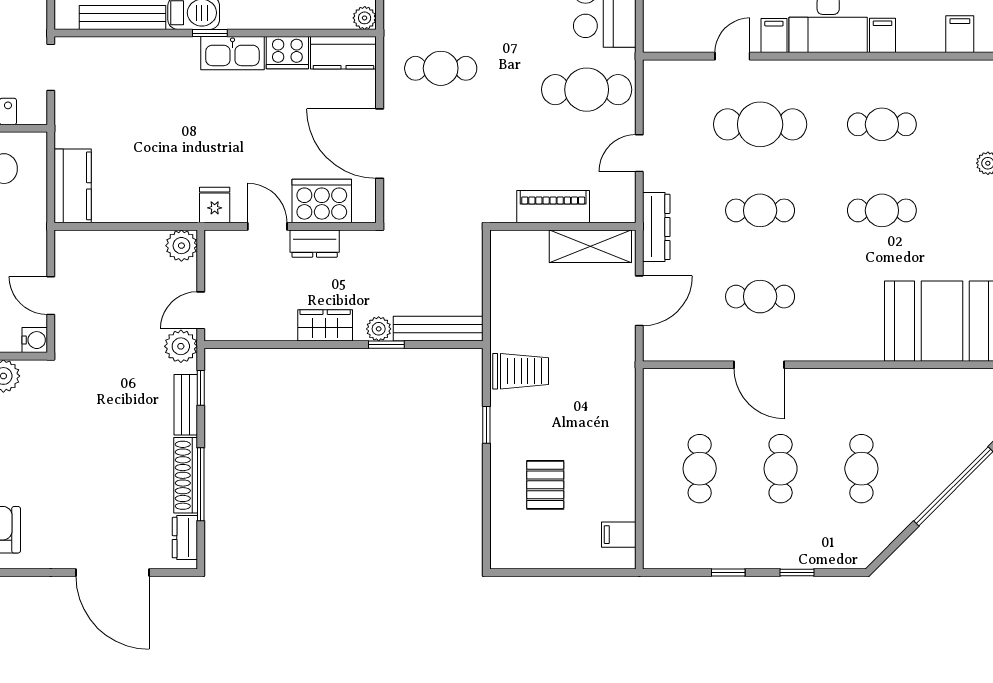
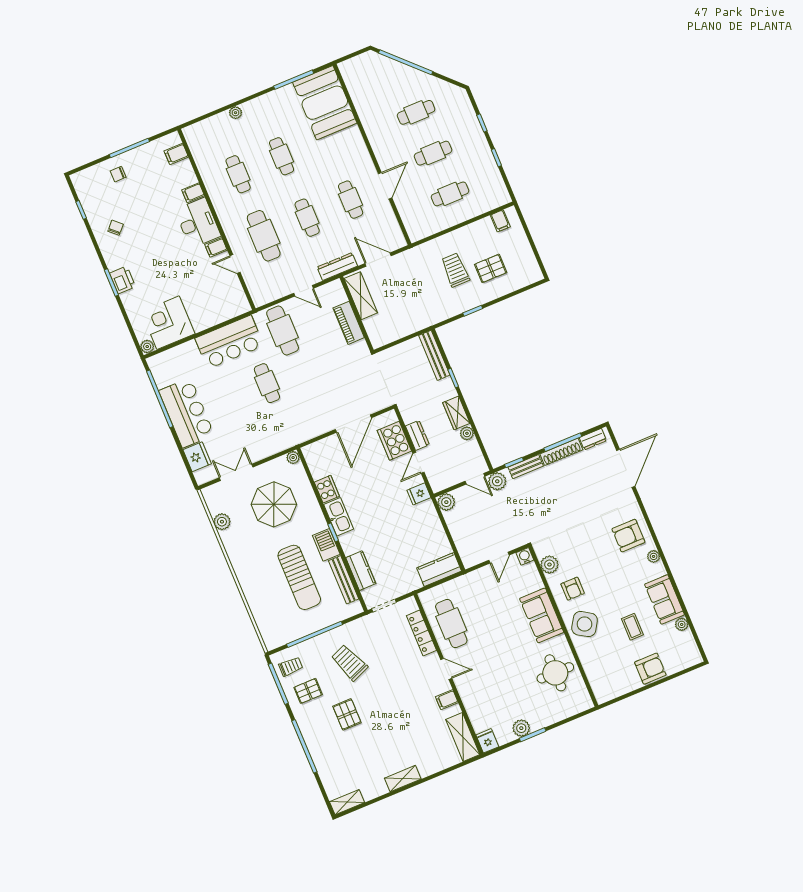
kitchen counter: (343, 53) -> (361, 571), moved
cafe table: (441, 68) -> (267, 383), moved
plant: (379, 329) -> (467, 433), moved
trolley: (521, 371) -> (455, 270), moved

